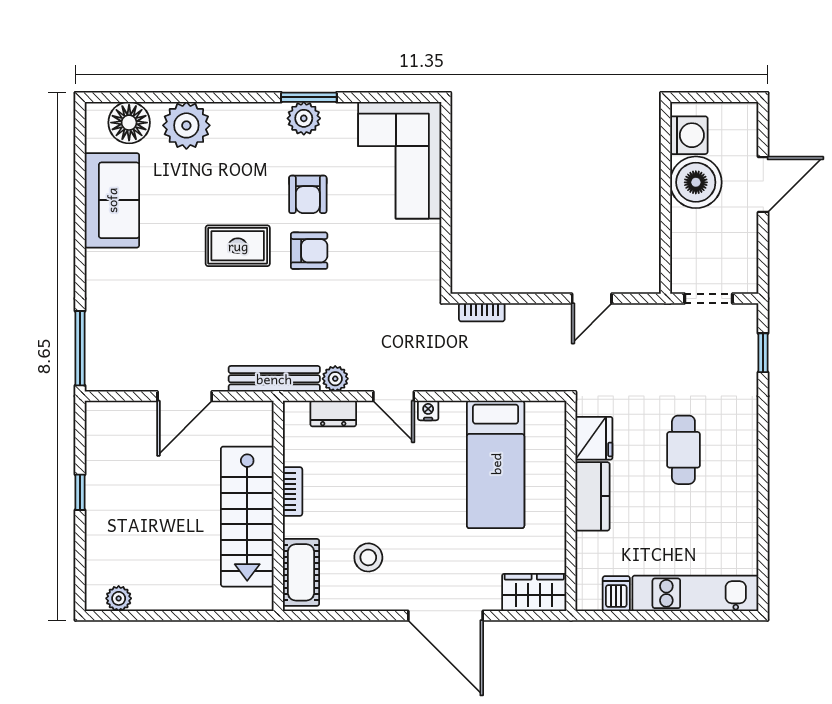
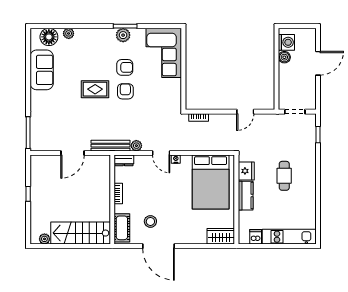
plant: (186, 125) -> (69, 33), width x0.53, depth x0.53
boiler: (696, 182) -> (284, 57), width x0.54, depth x0.54
armchair: (308, 194) -> (125, 67), turned -90
armchair: (309, 251) -> (125, 91), turned -90
dresser: (333, 414) -> (124, 160), moved
bed: (496, 464) -> (211, 182), width x1.50
stairs: (247, 517) -> (81, 233), moved, turned 90
door: (446, 616) -> (159, 246), moved

